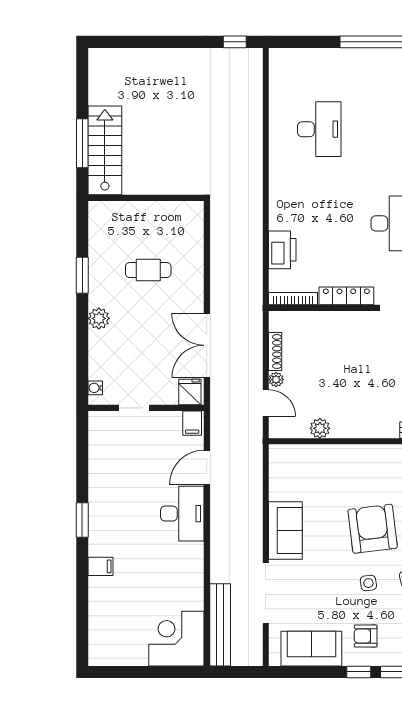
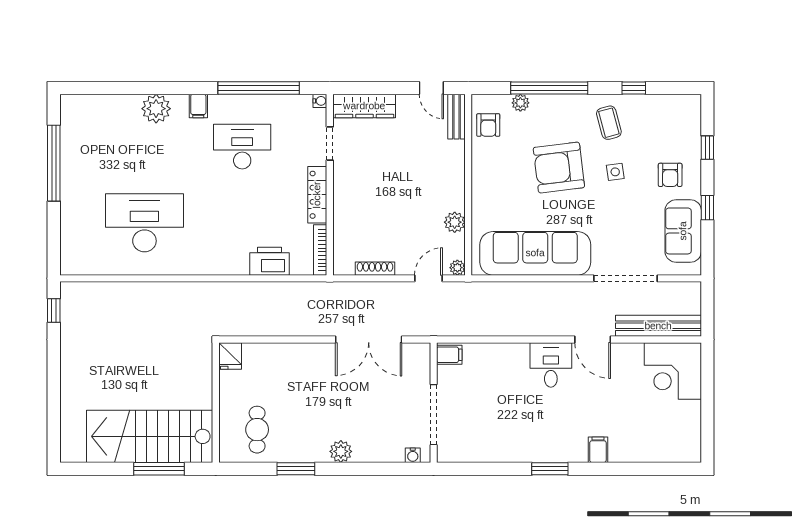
desk: (319, 129) -> (144, 223), width x1.36, depth x1.30
stairs: (105, 150) -> (150, 436), width x1.36, depth x1.51
cafe table: (148, 270) -> (257, 430), moved
plant: (276, 380) -> (457, 268), moved
fridge: (190, 392) -> (230, 356), moved, turned -90
doorway: (134, 408) -> (434, 415), width x1.87
door: (207, 468) -> (593, 339), moved
desk: (182, 514) -> (551, 365), width x0.73
sofa: (285, 530) -> (535, 253), width x1.85, depth x1.27
window: (359, 672) -> (707, 208), moved

